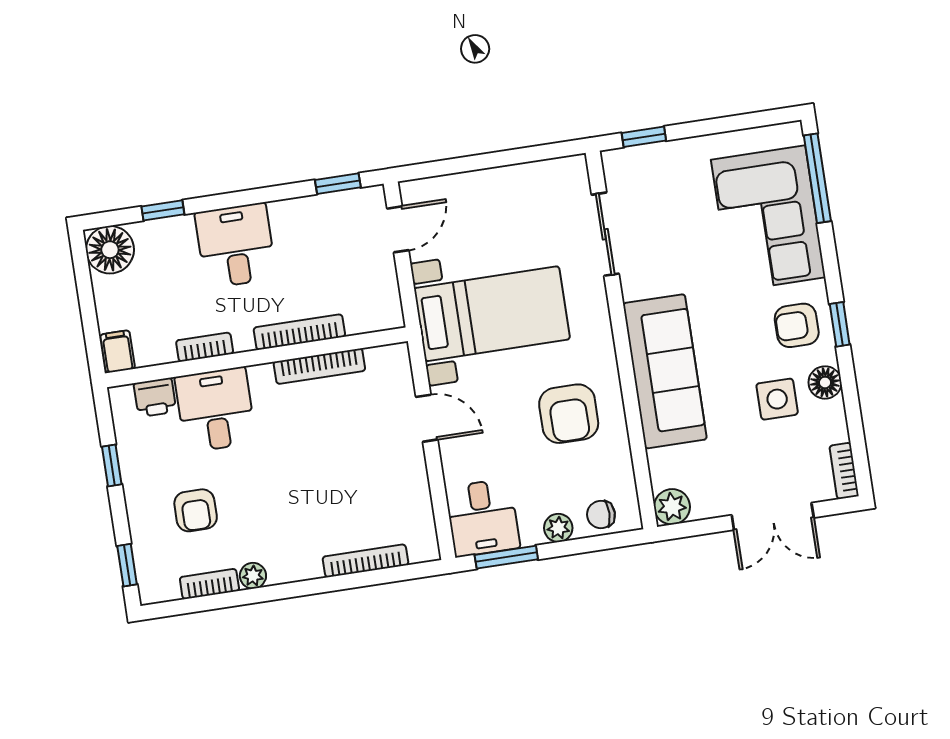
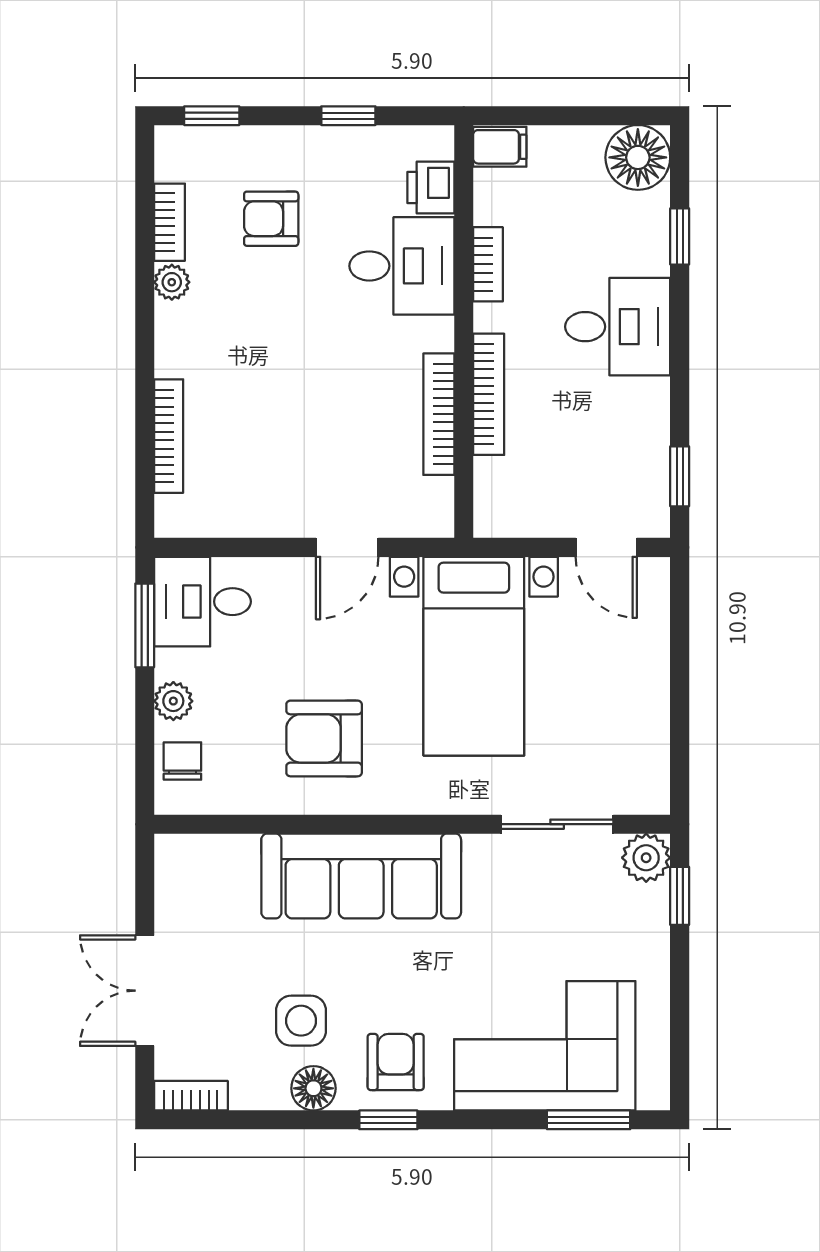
window: (817, 178) -> (589, 1120), width x0.69
plant: (672, 507) -> (646, 858), moved

